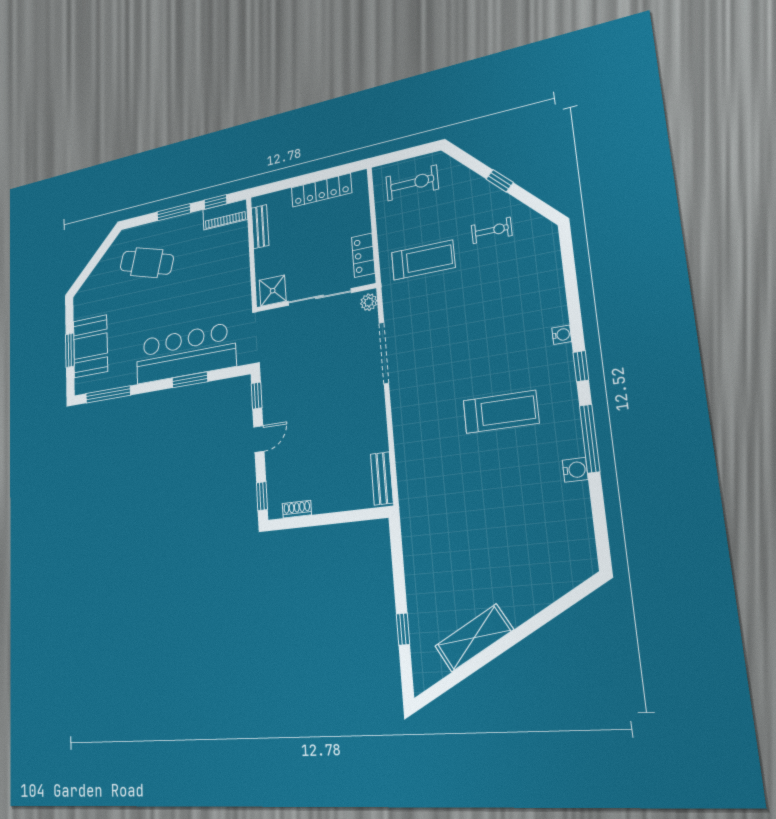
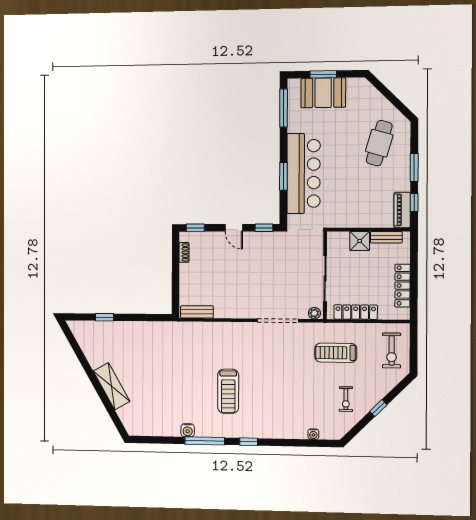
locker: (363, 255) -> (356, 312), width x1.53
treadmill: (423, 260) -> (336, 353), turned 90
shower: (273, 291) -> (360, 241), moved
water cooler: (562, 335) -> (313, 434), moved
shelving: (474, 638) -> (112, 386), moved

